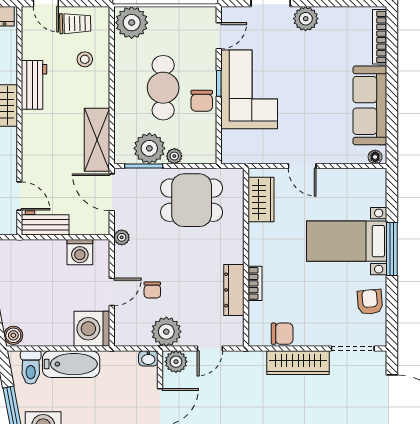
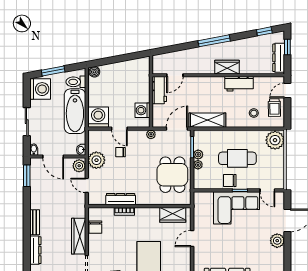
plant: (149, 148) -> (198, 155), width x0.53, depth x0.53
bathtub: (71, 364) -> (75, 111), width x1.36, depth x1.36

